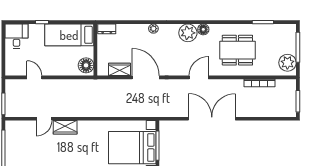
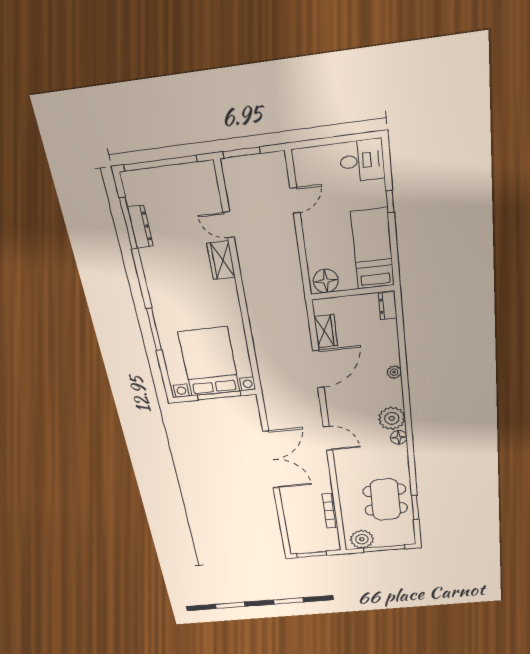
dining table: (237, 50) -> (385, 500), moved

